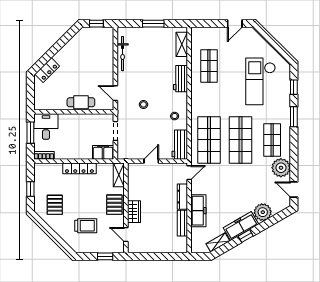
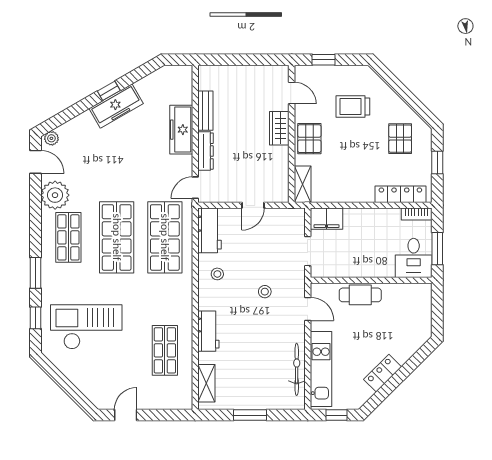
kitchen unit: (107, 54) -> (321, 369), added
locker: (47, 70) -> (383, 373), moved
checkout: (261, 81) -> (86, 327), turned -90
locker: (79, 168) -> (400, 194), moved
plant: (263, 212) -> (51, 138), moved, width x0.53, depth x0.53
shelving: (218, 242) -> (151, 81), removed

